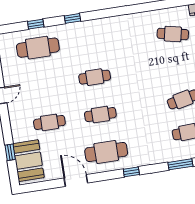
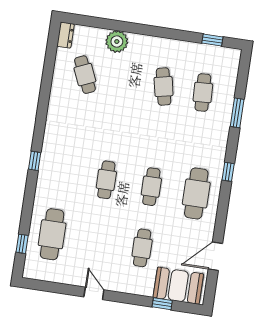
window: (72, 18) -> (35, 161), moved
window: (36, 24) -> (22, 244), moved
cafe table: (173, 34) -> (85, 75), turned -36
door: (76, 180) -> (215, 256), moved

